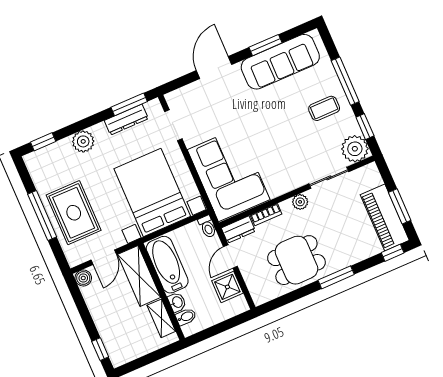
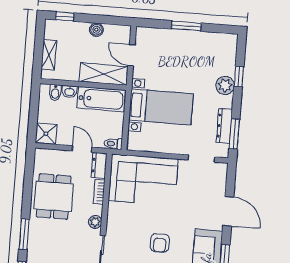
armchair: (286, 122) -> (160, 243), added
window: (43, 142) -> (239, 77), moved
bed with nightstands: (152, 192) -> (161, 107), width x0.73
rug: (74, 213) -> (176, 50), removed
window: (42, 216) -> (186, 26), width x0.69
window: (336, 277) -> (24, 234), moved
boiler: (83, 278) -> (96, 30), moved
shower: (227, 287) -> (46, 134), moved
shelving: (161, 318) -> (49, 55), moved, turned 90

